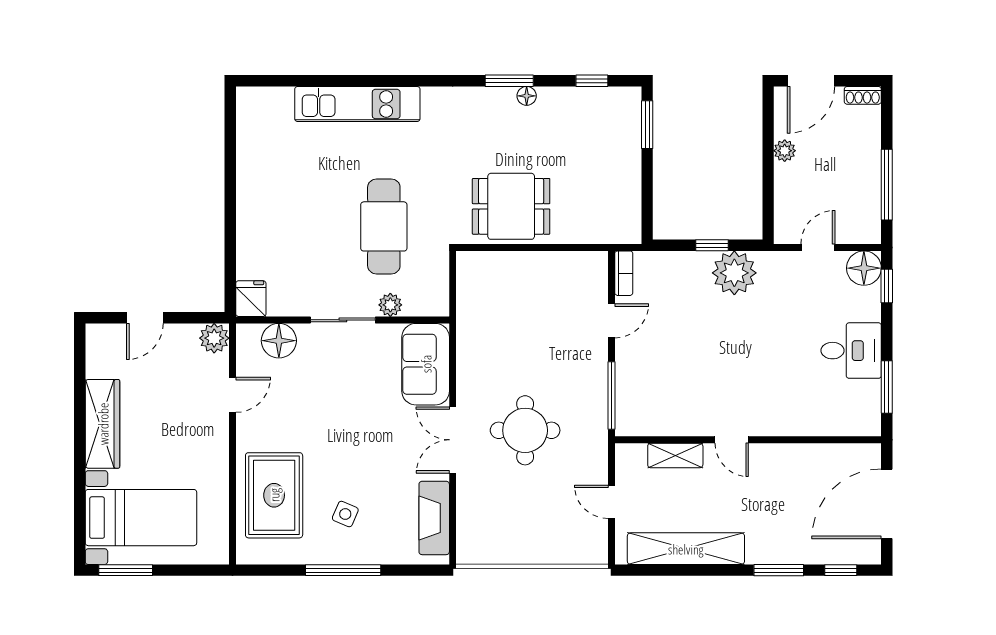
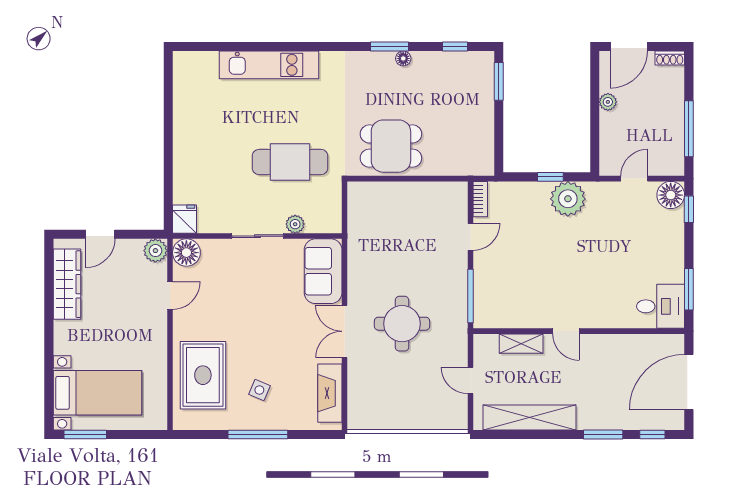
cafe table: (384, 226) -> (290, 162), turned 90
floor lamp: (279, 341) -> (186, 253), moved
desk: (851, 351) -> (661, 306), moved
wardrobe: (103, 424) -> (67, 284), moved

